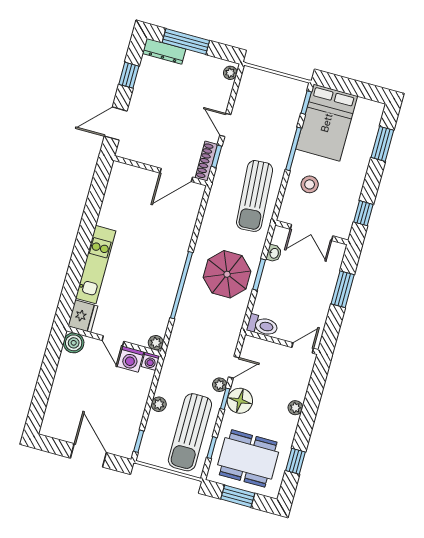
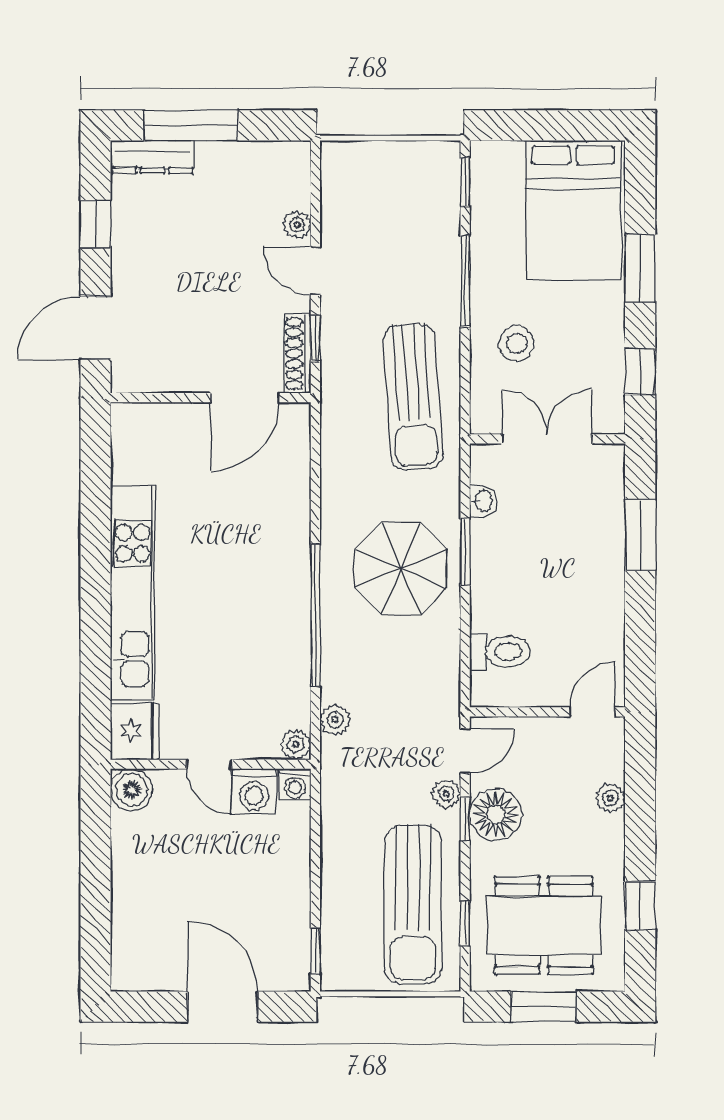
plant: (230, 73) -> (297, 225), moved
bed: (327, 123) -> (573, 211), moved
window: (382, 144) -> (640, 268), moved
double door: (312, 233) -> (547, 439), swing flipped
kitchen unit: (96, 265) -> (133, 592), width x1.36
wall: (282, 342) -> (547, 712), moved
door: (303, 348) -> (592, 712), moved
plant: (159, 404) -> (335, 720), moved

